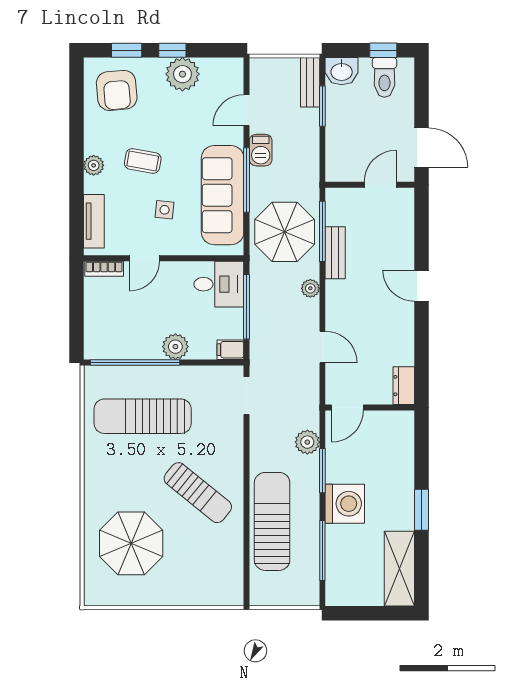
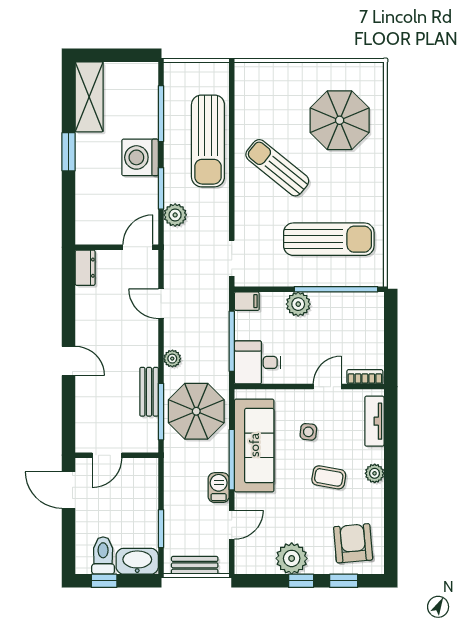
washbasin: (342, 71) -> (137, 561), width x1.38
bench: (310, 82) -> (195, 565), moved, turned 90

